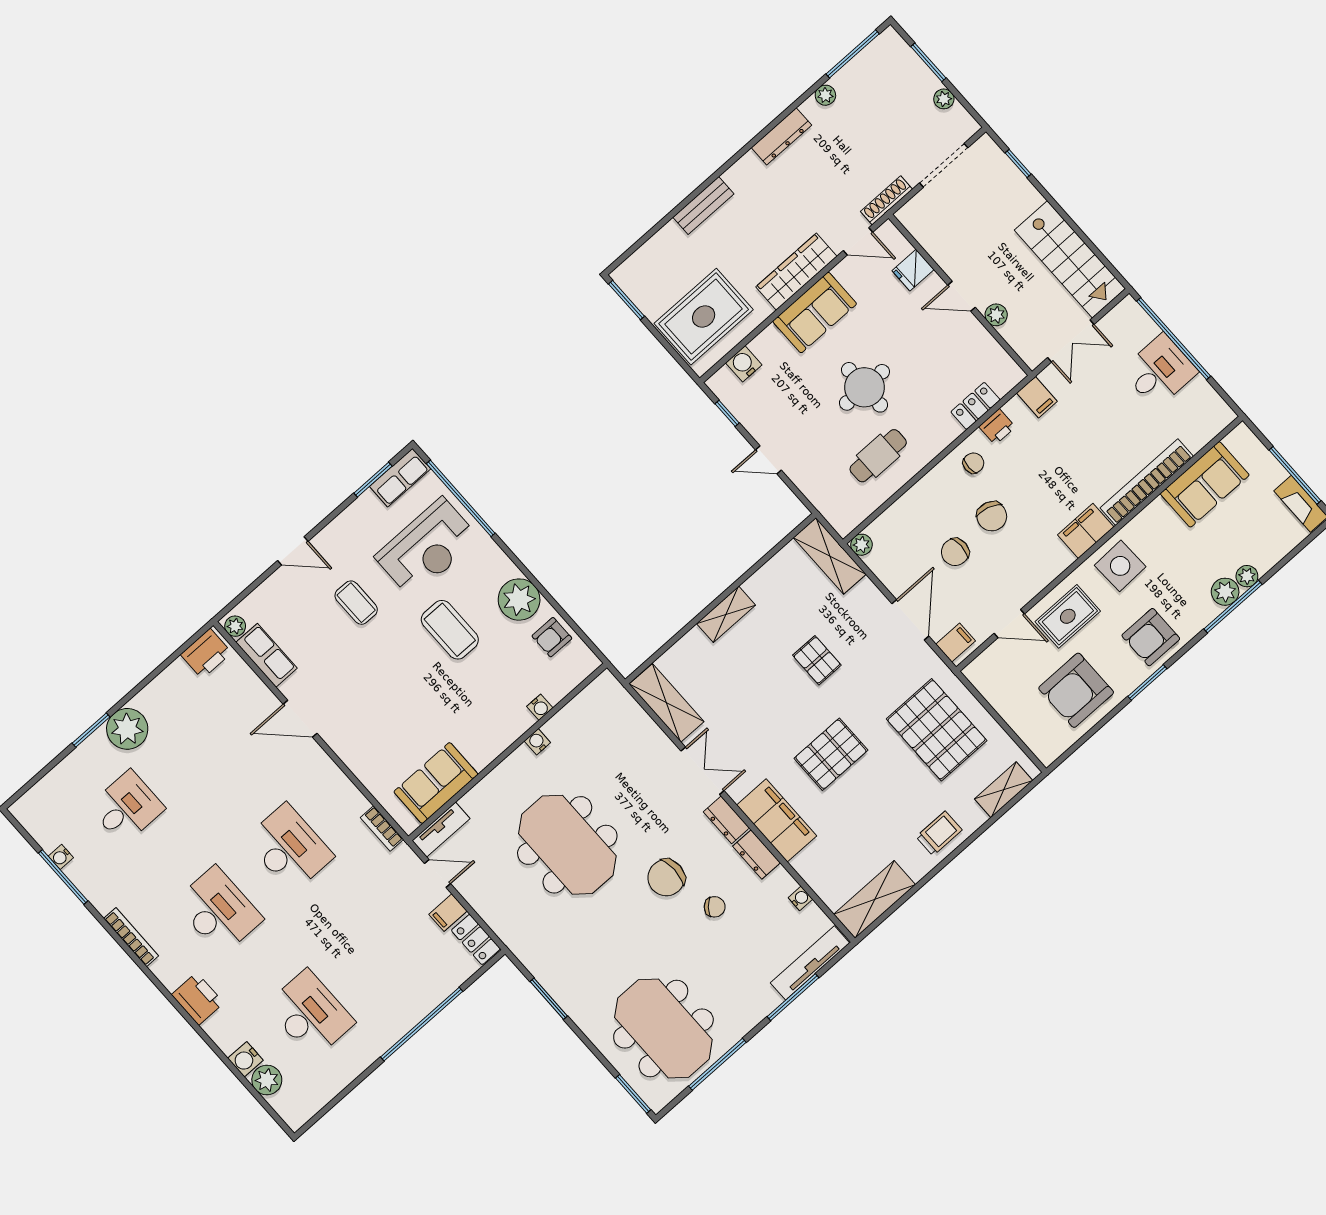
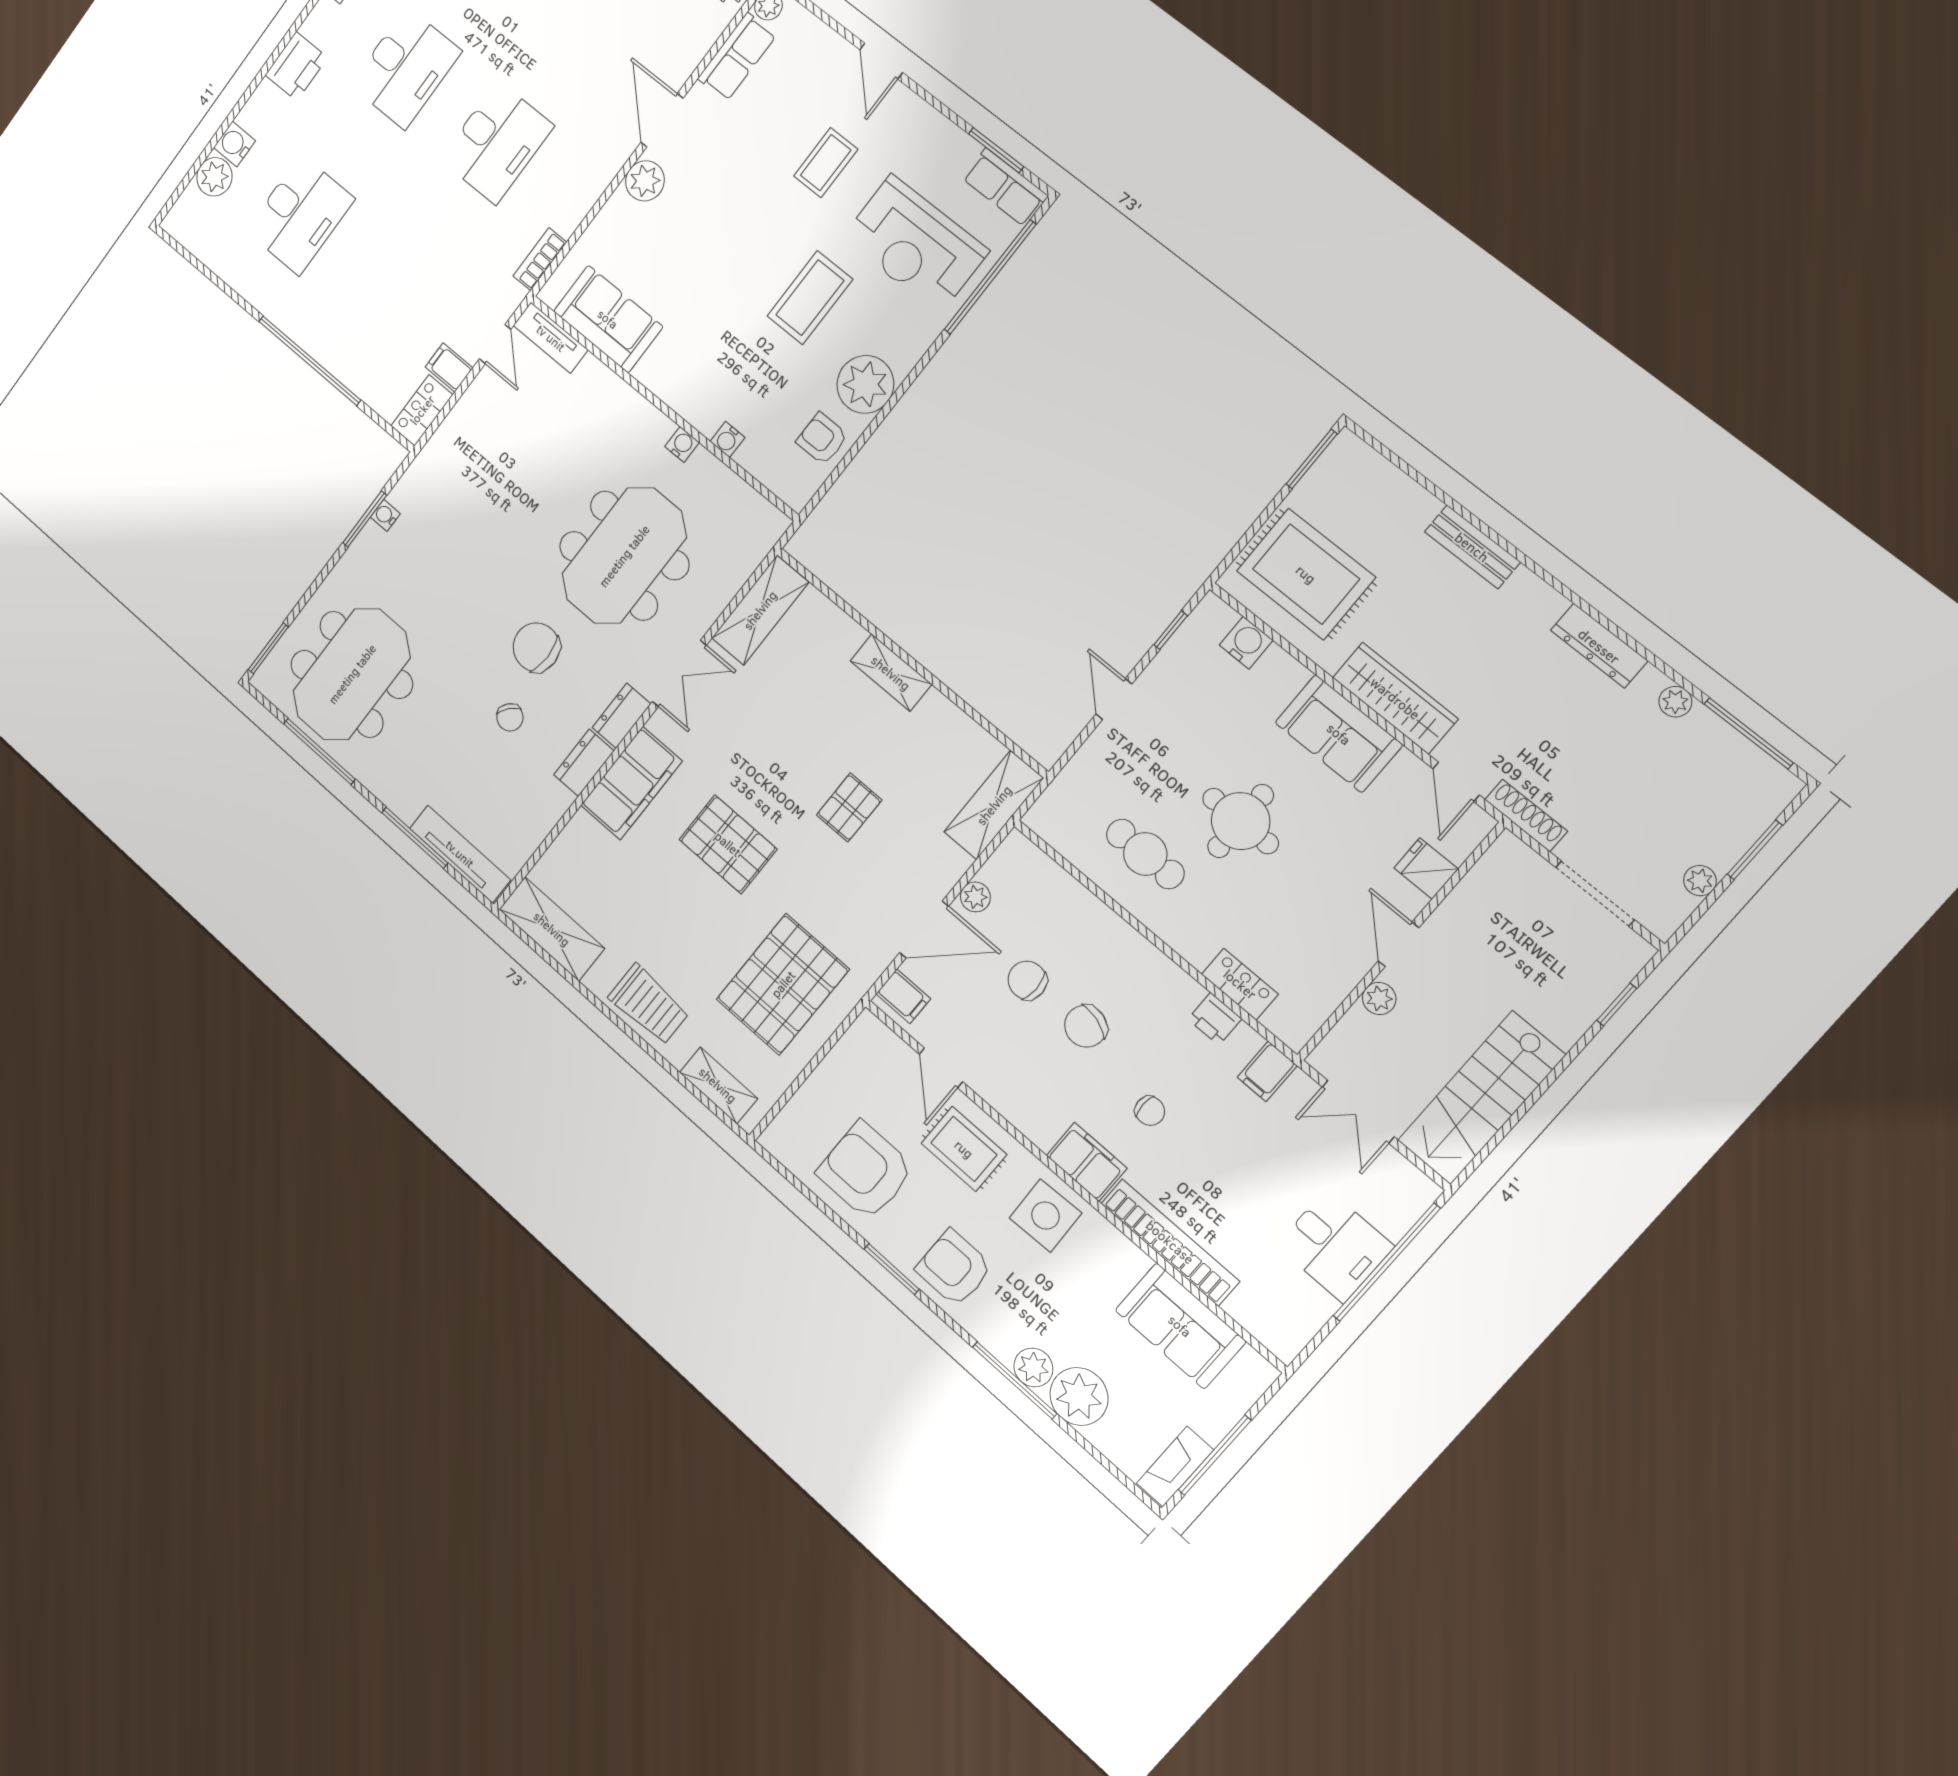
chair: (973, 463) -> (1150, 1111), moved
plant: (861, 545) -> (975, 897), moved
plant: (1247, 576) -> (1079, 1396), width x1.87, depth x1.87
plant: (341, 739) -> (645, 181), added
trolley: (939, 833) -> (649, 1004), width x1.36, depth x1.39
meeting table: (567, 845) -> (624, 556), moved
water cooler: (800, 898) -> (385, 515), moved, turned 180

